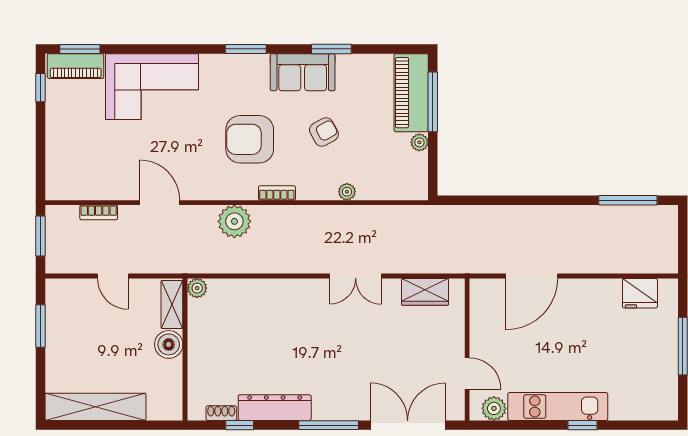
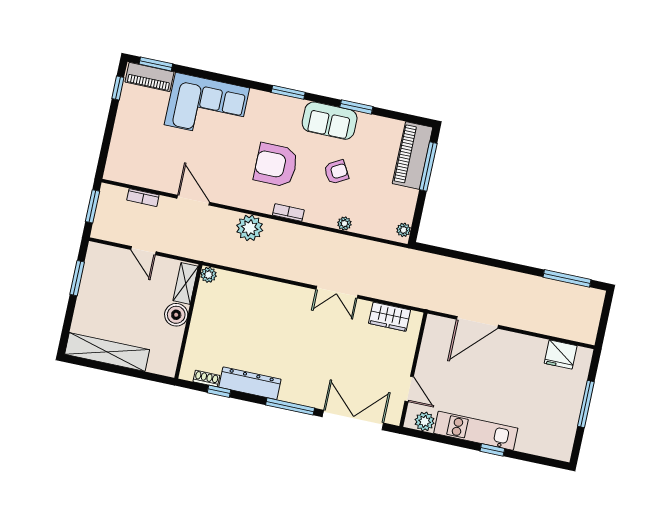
plant: (419, 142) -> (404, 230), moved

